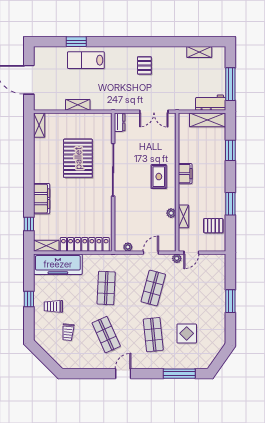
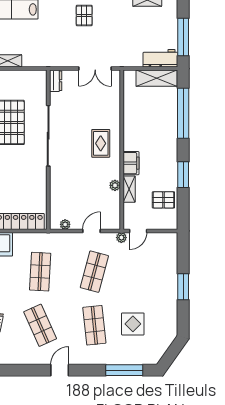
window: (230, 150) -> (183, 113), width x2.11
filing cabinet: (185, 174) -> (131, 163), moved

